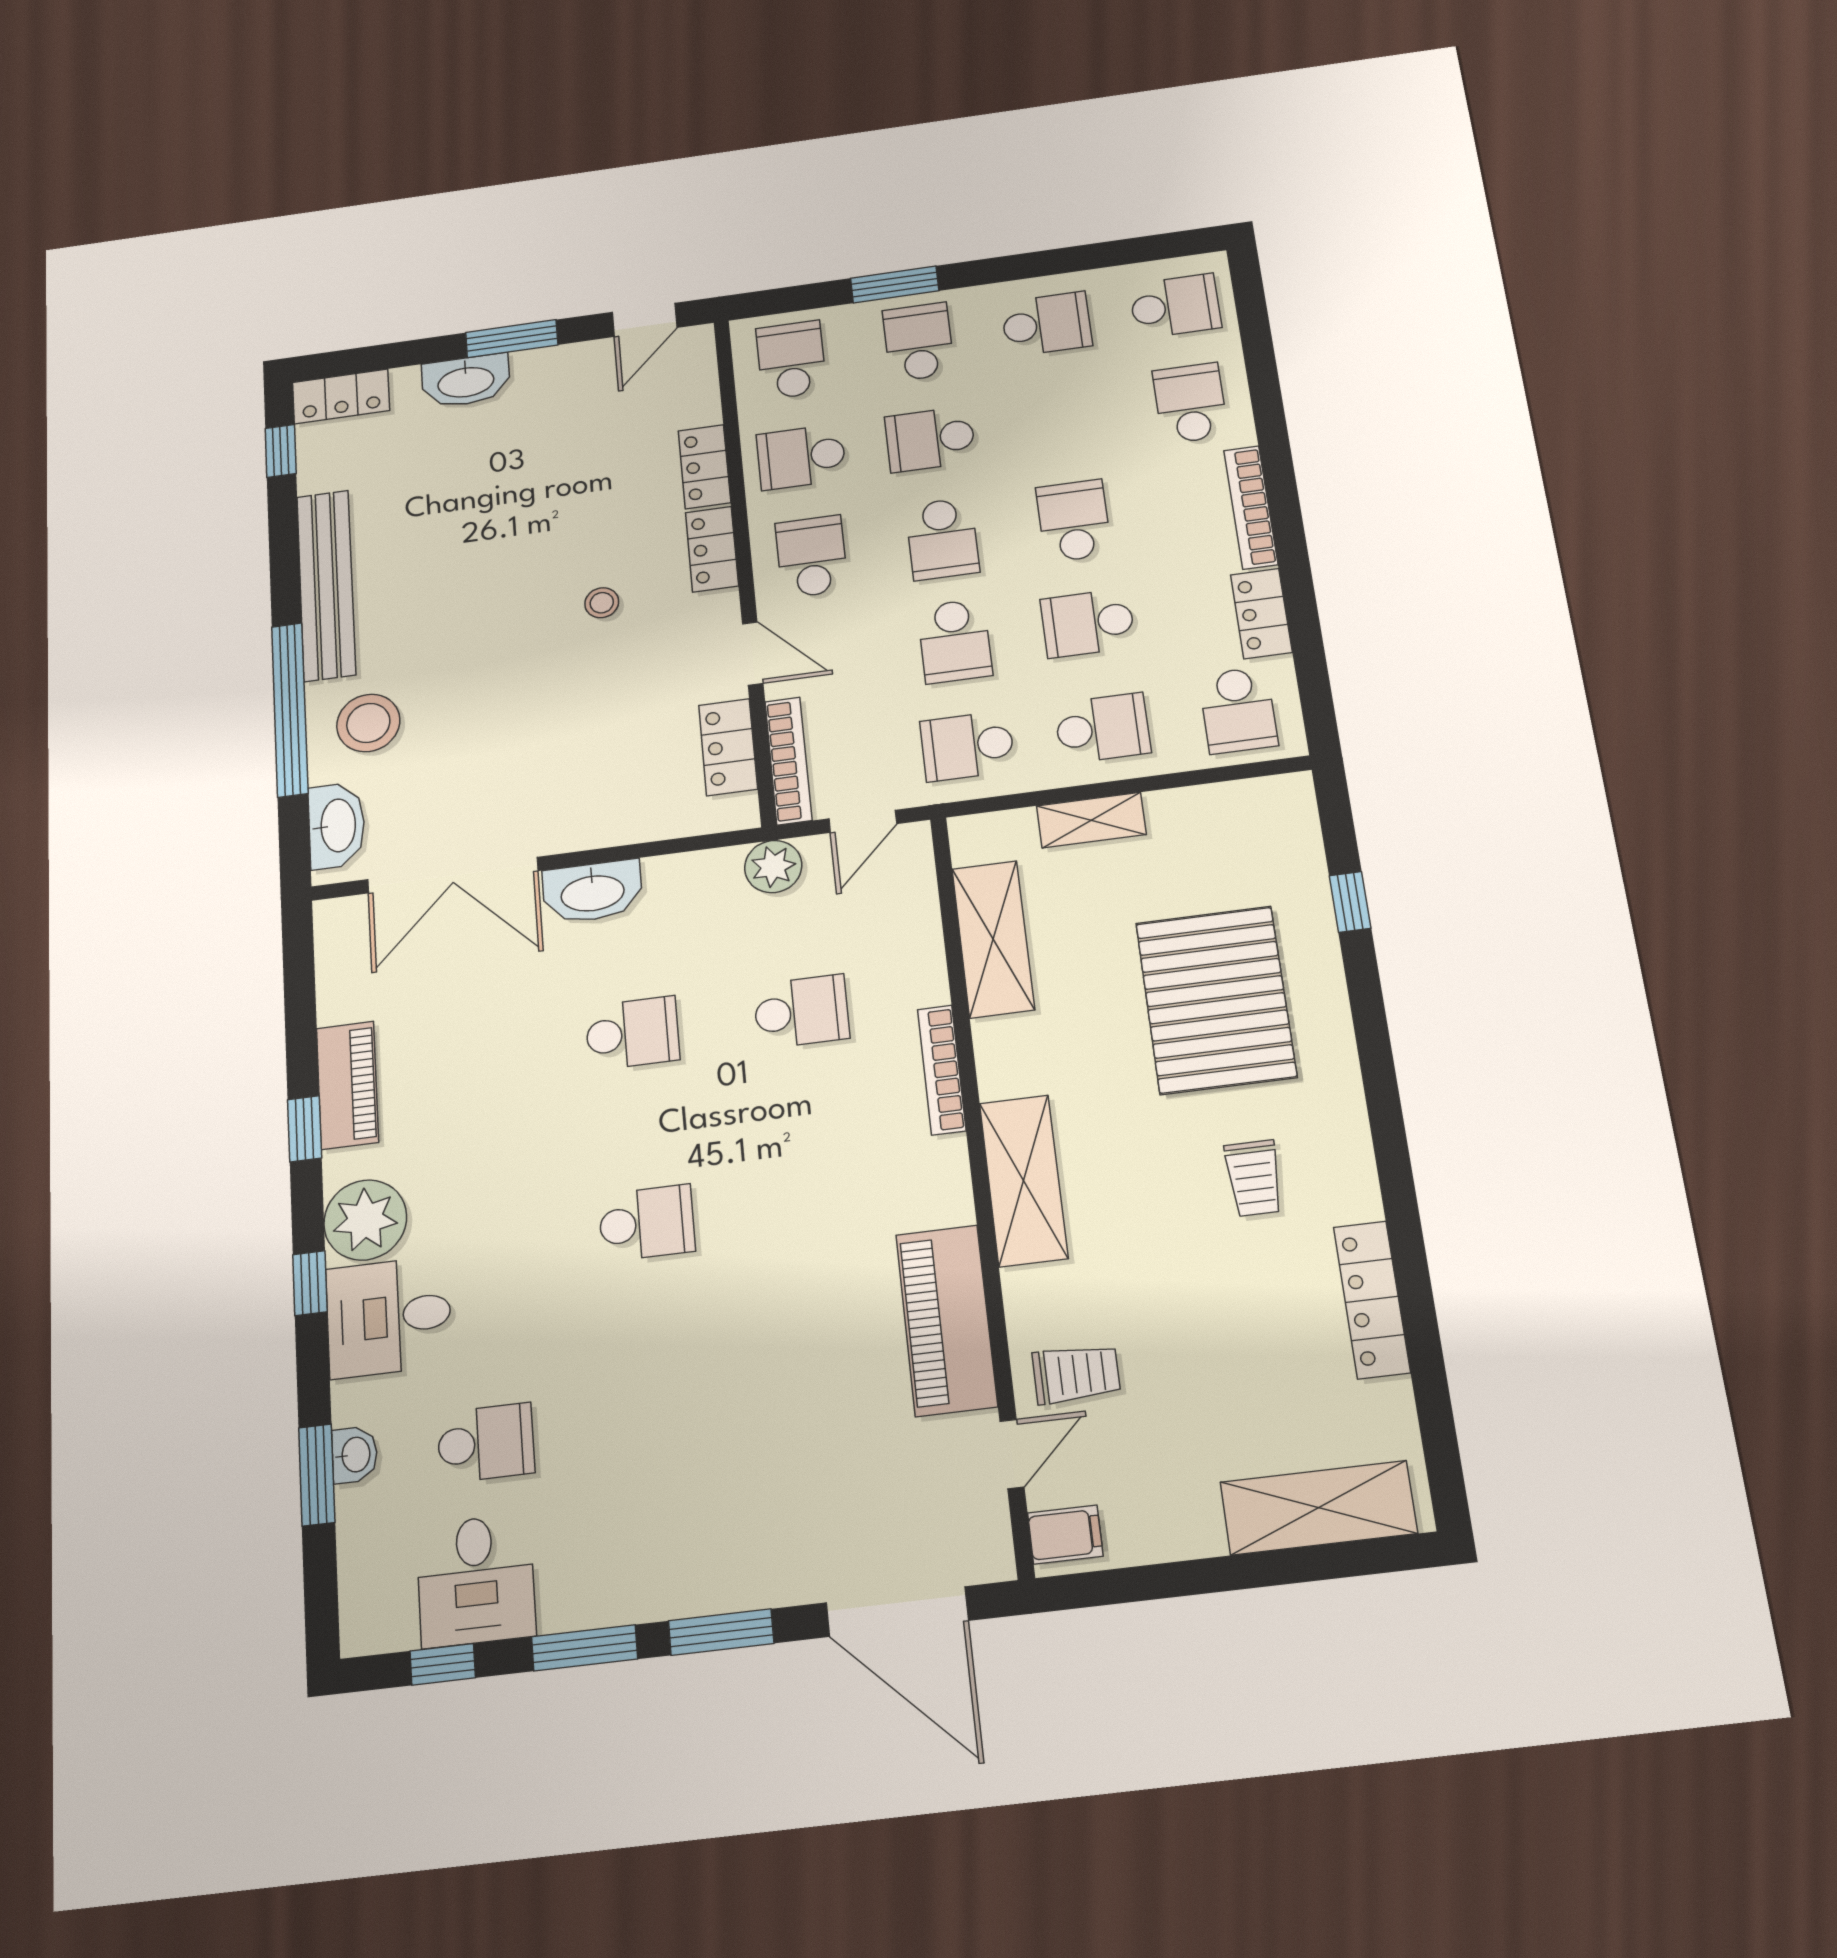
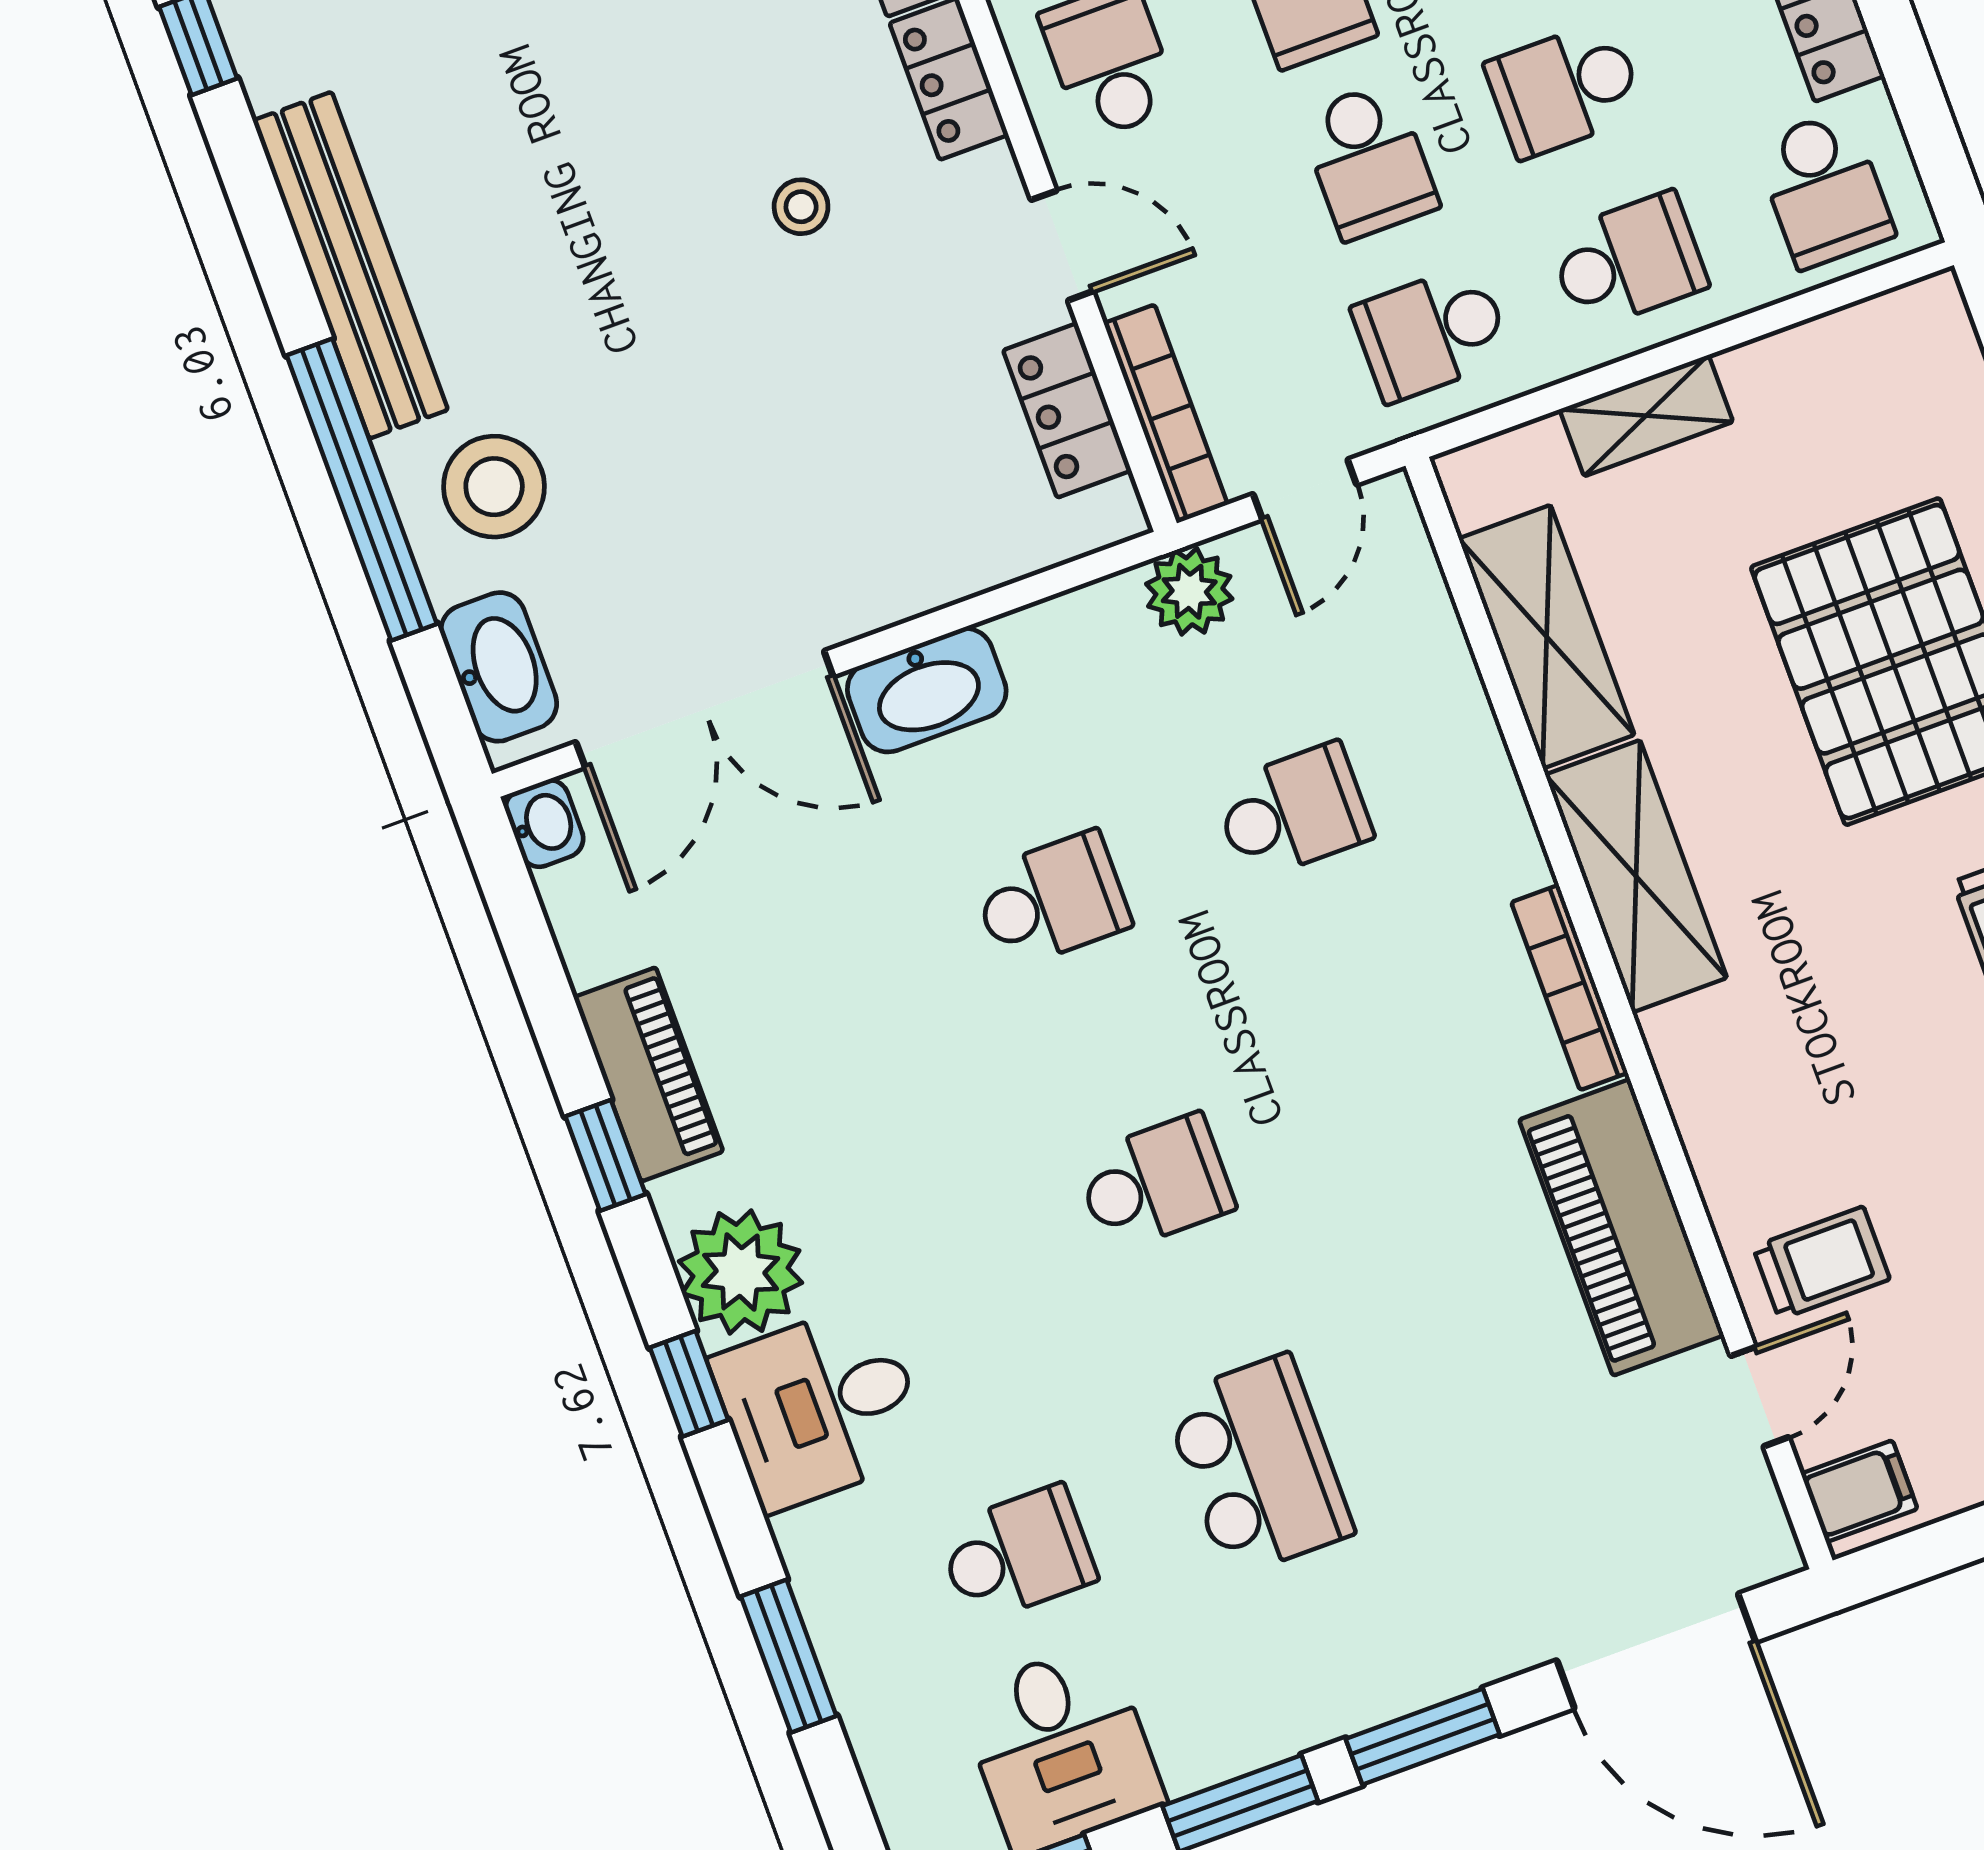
bookcase: (942, 1070) -> (1570, 987), moved
shelving: (1024, 1180) -> (1636, 876), moved
school desk: (662, 1422) -> (1258, 1466), added
washbasin: (355, 1455) -> (544, 823), moved

